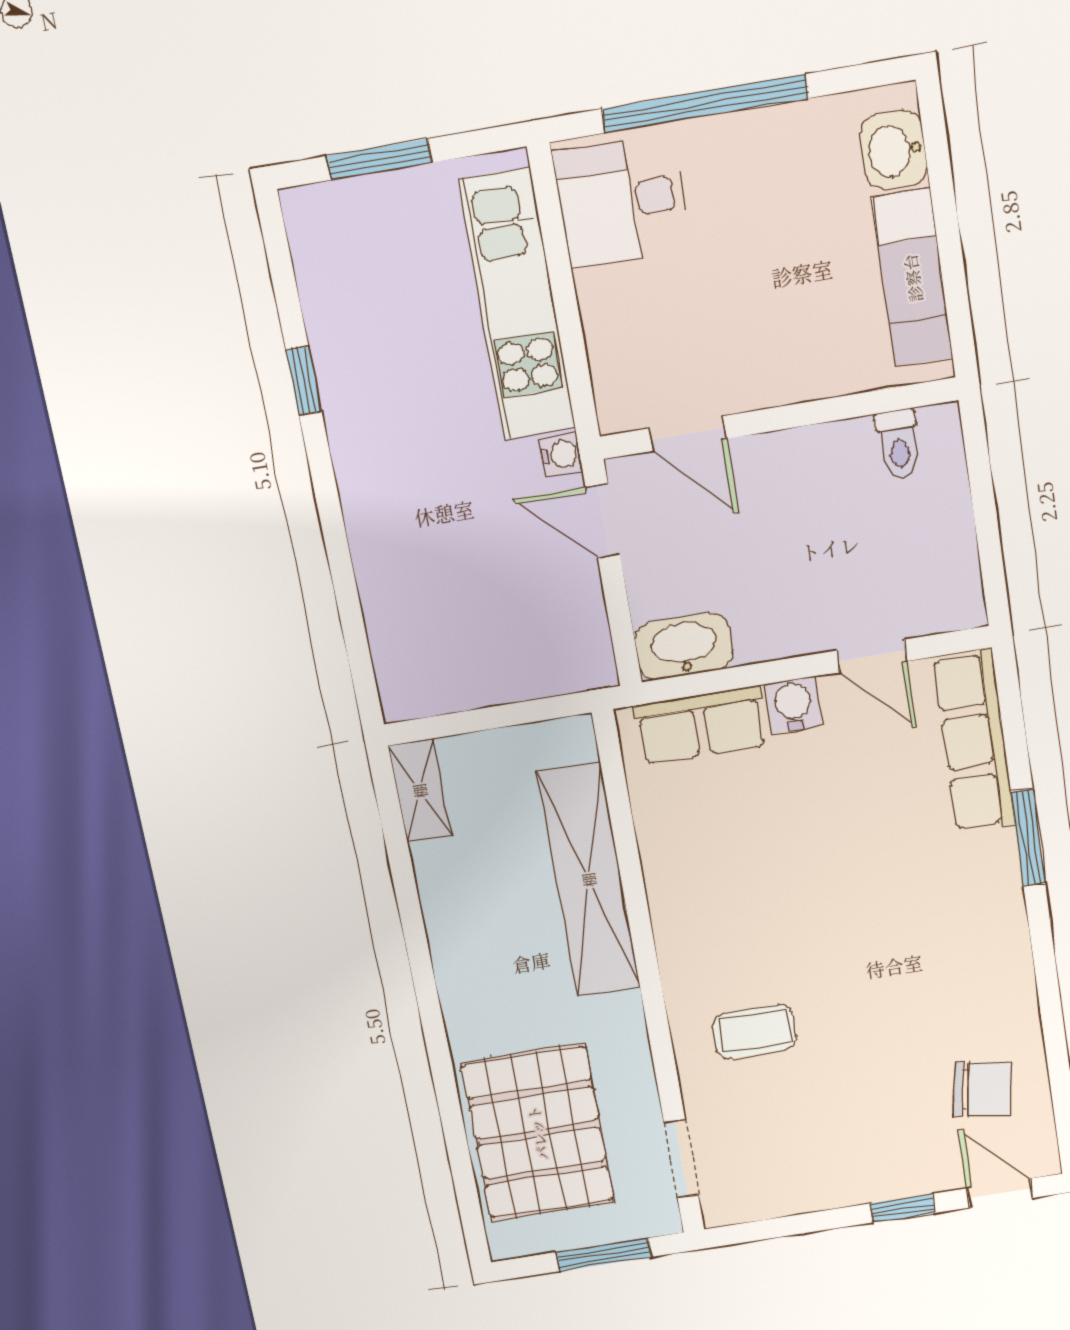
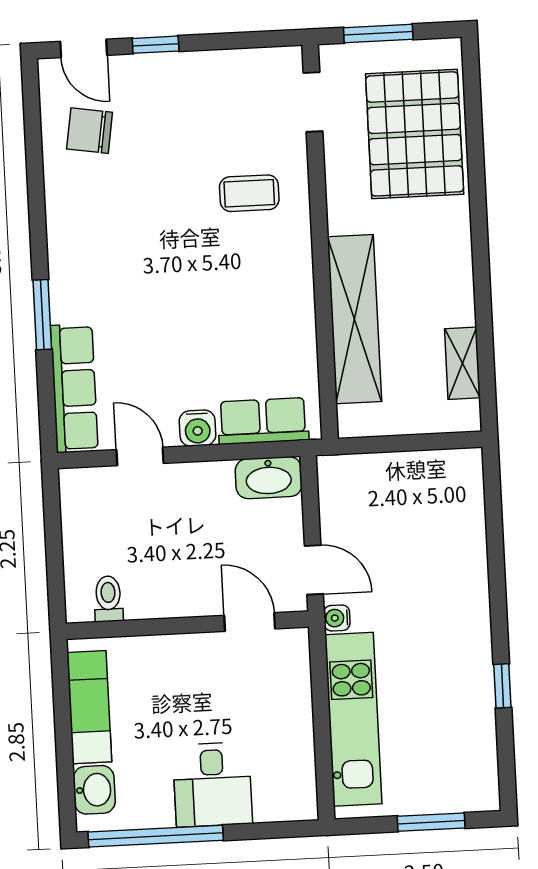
window: (705, 103) -> (156, 836), moved
desk: (622, 201) -> (213, 785), moved, turned 90
shelving: (420, 791) -> (462, 363), moved

